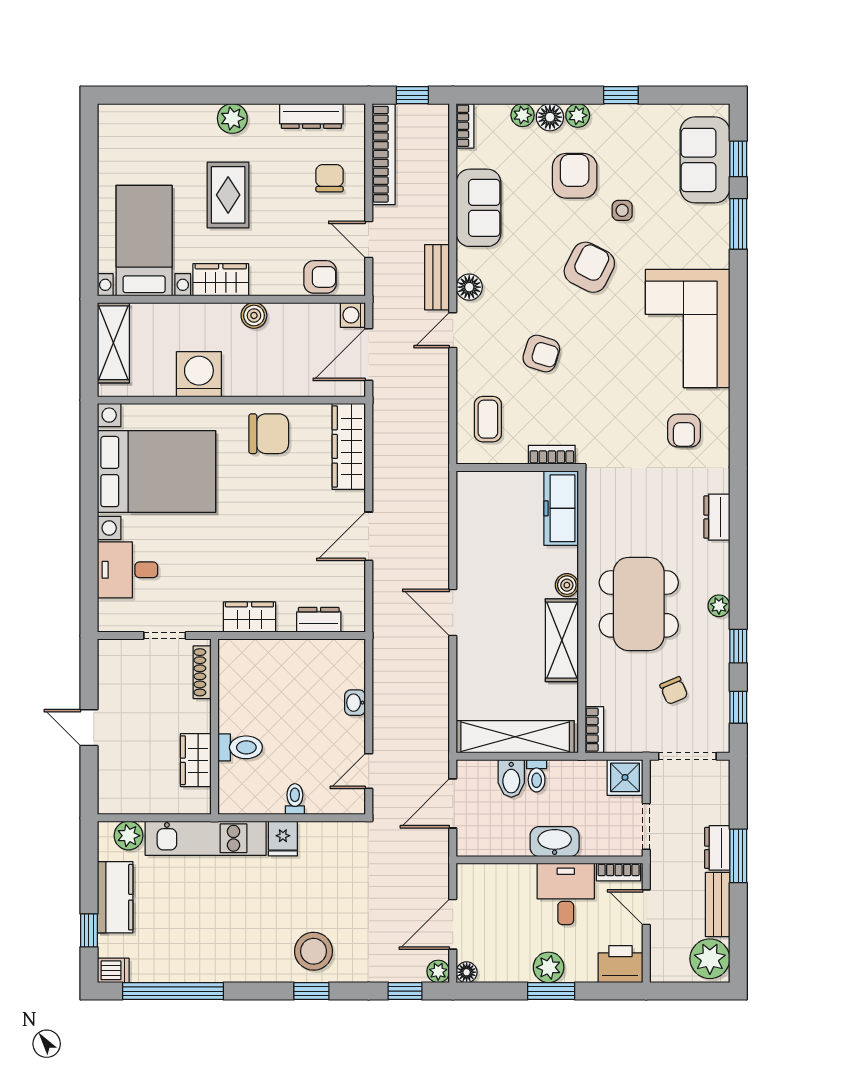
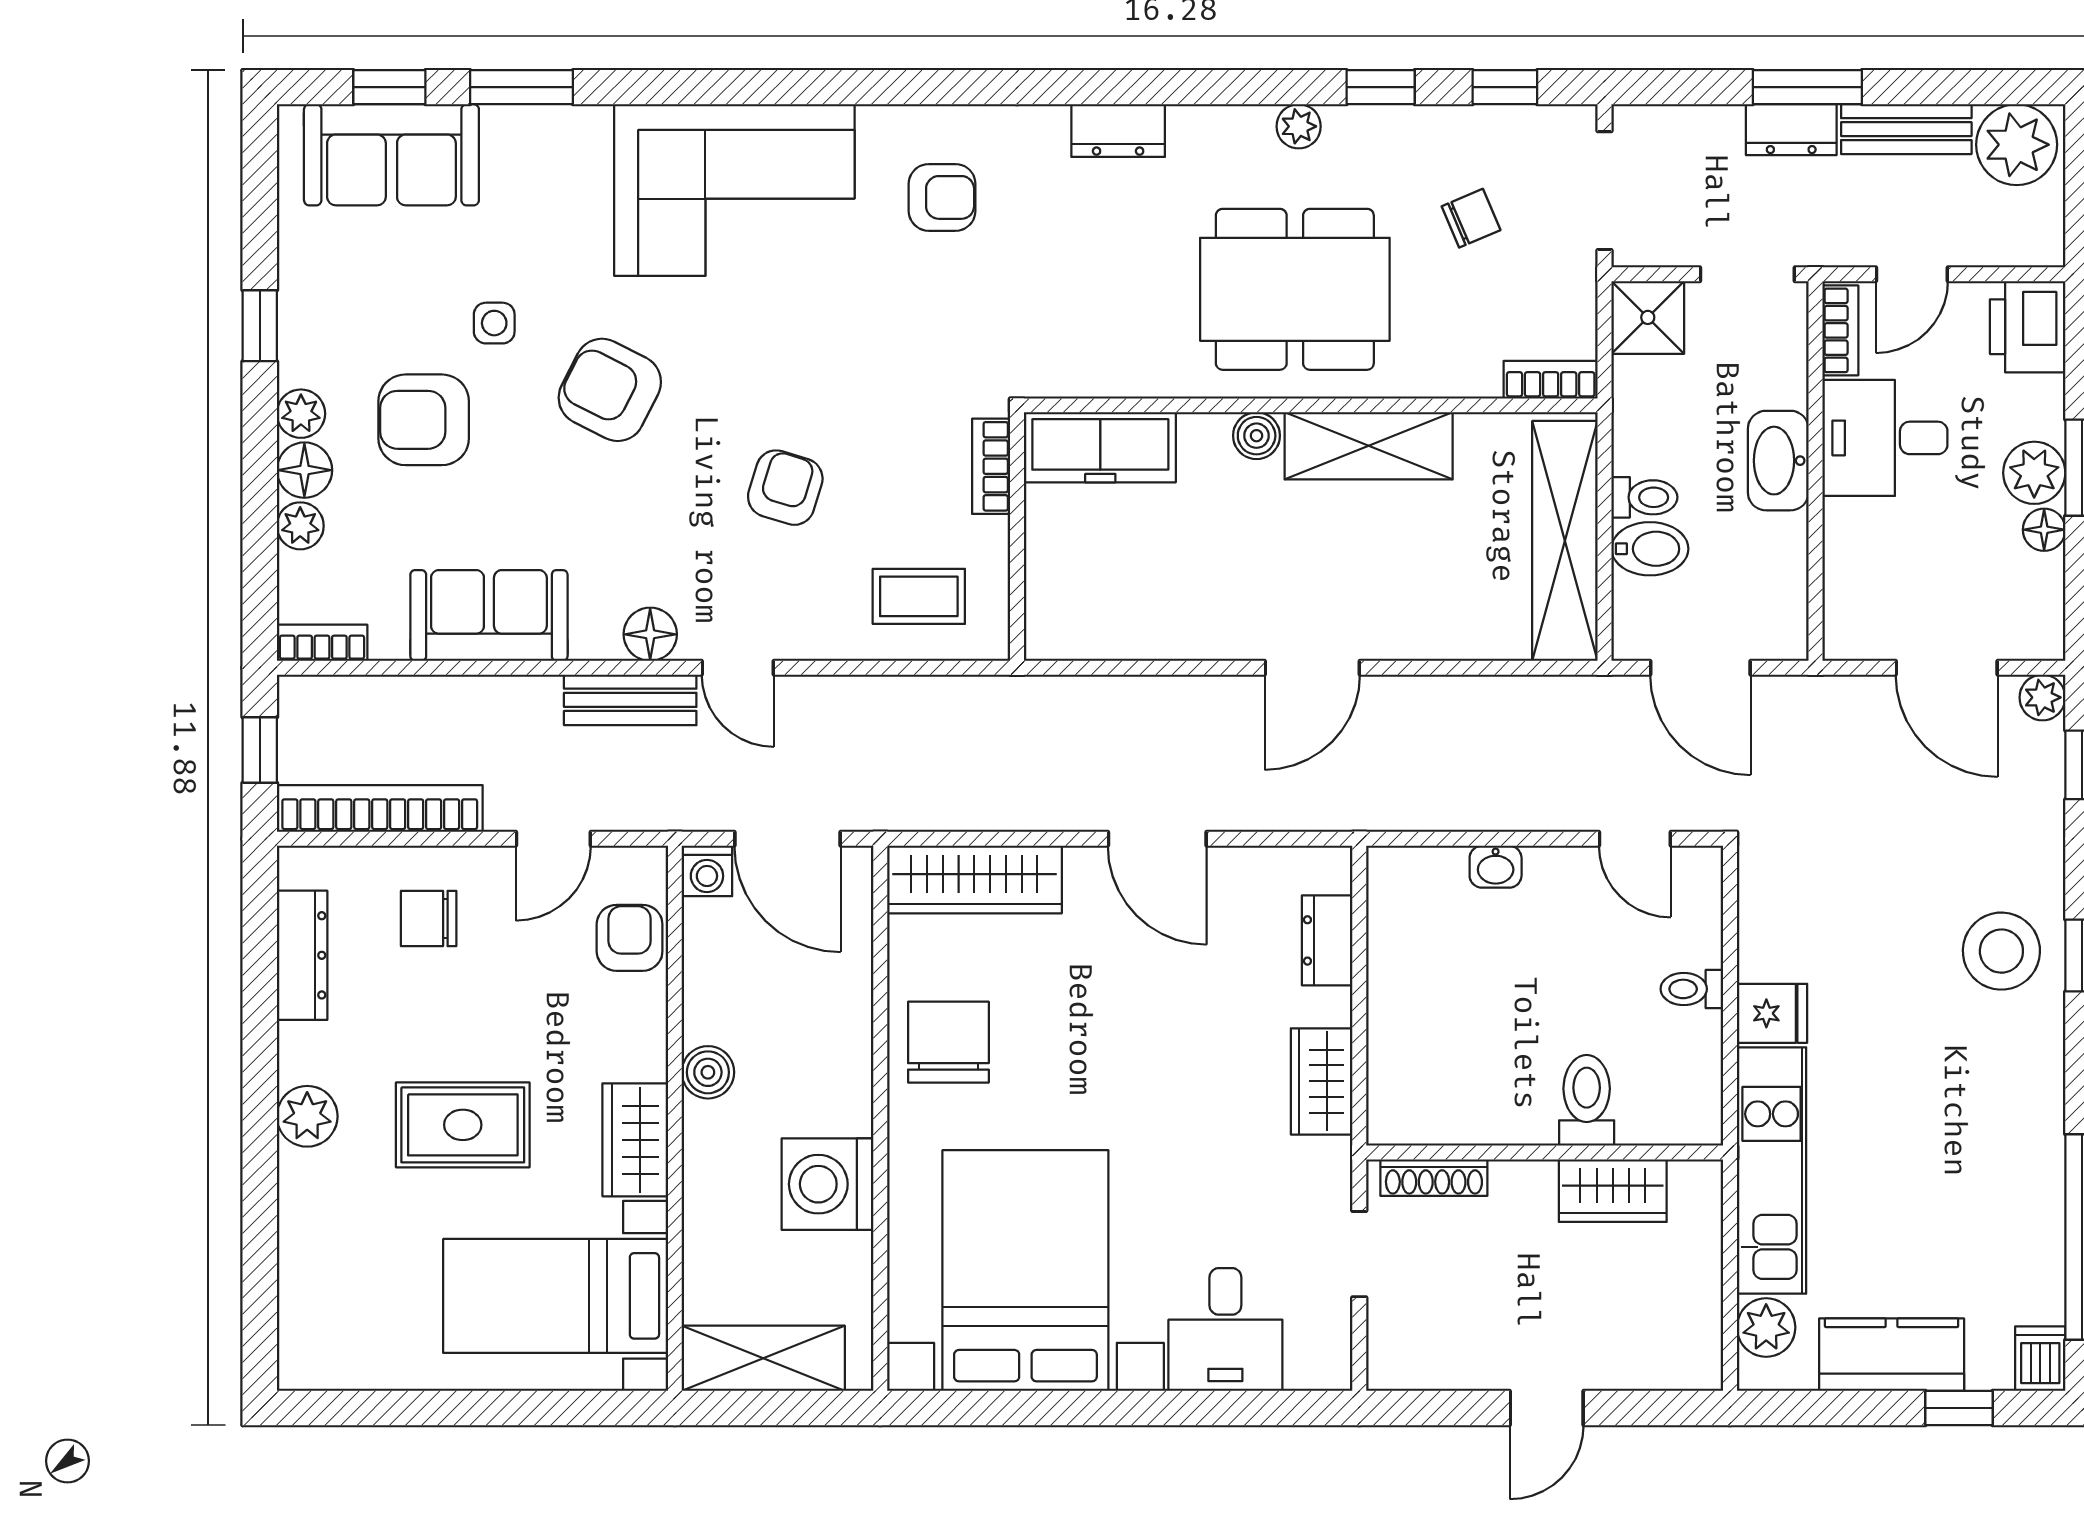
floor lamp: (467, 972) -> (2044, 530), moved

